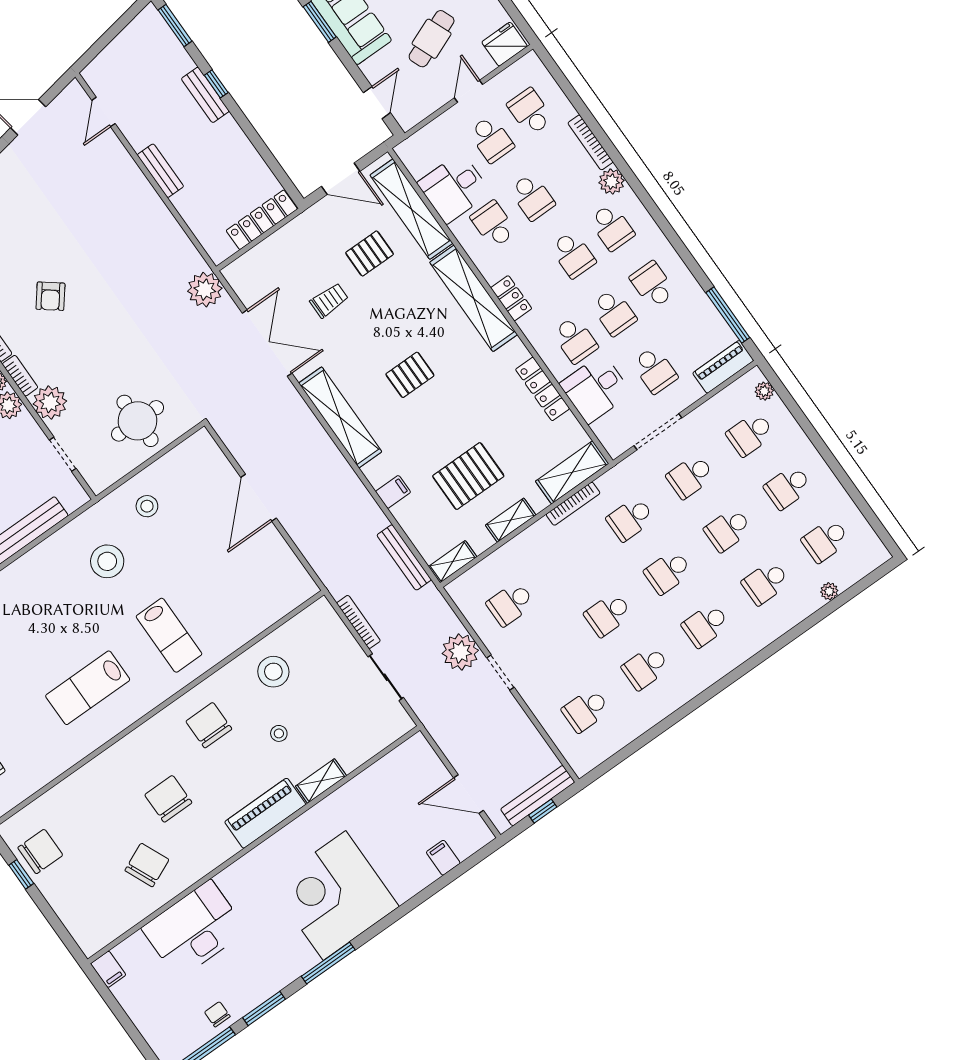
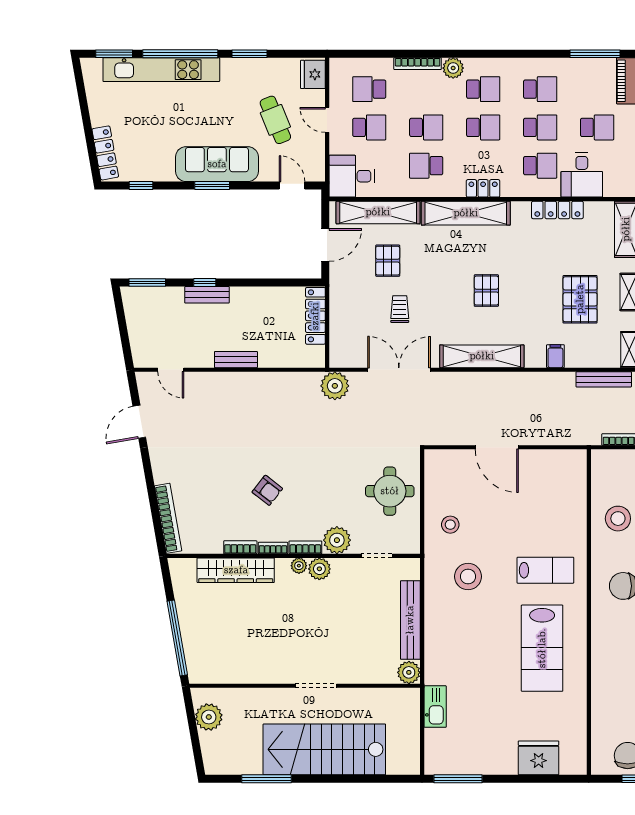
desk: (454, 188) -> (352, 176), moved, turned 90
school desk: (653, 285) -> (540, 89), turned 180
lab bench: (88, 688) -> (542, 648), width x1.36, depth x1.39

